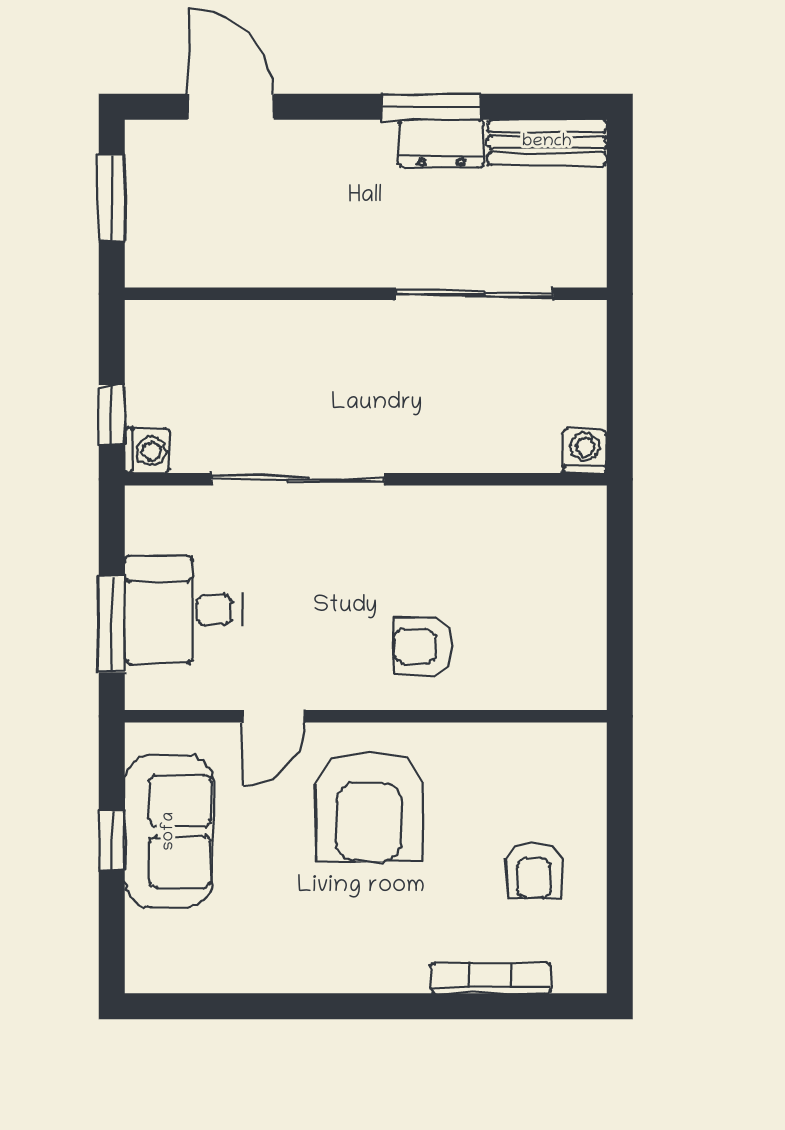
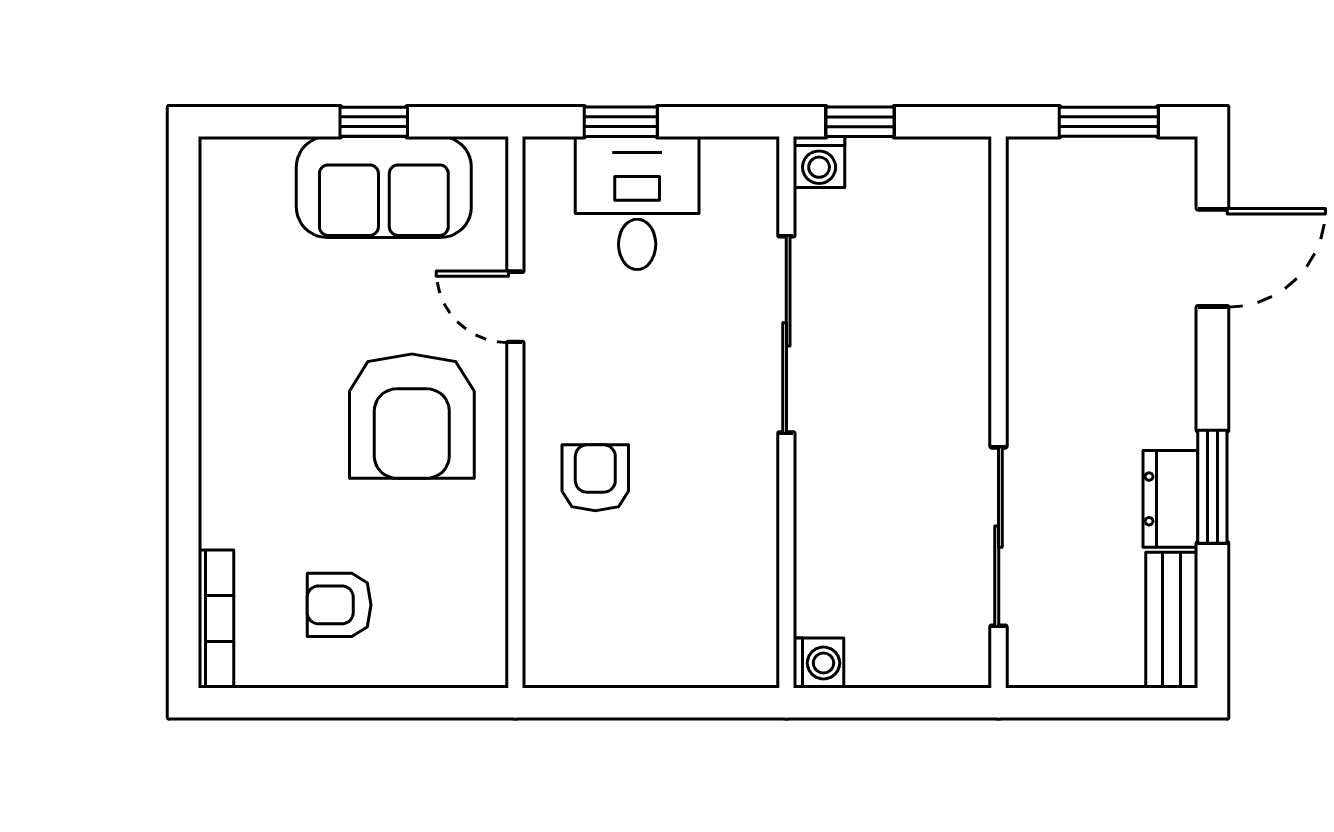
window: (112, 624) -> (621, 122), width x0.67
armchair: (369, 807) -> (412, 416), turned -90
bookcase: (491, 978) -> (216, 619), moved

